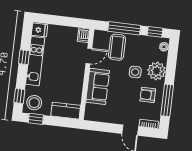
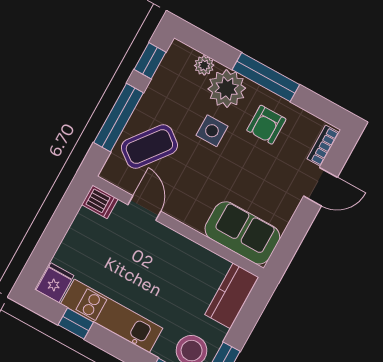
coffee table: (117, 47) -> (149, 147), turned -52
plant: (164, 47) -> (204, 65), moved
window: (24, 57) -> (76, 323), moved
sofa: (98, 86) -> (242, 233), moved
window: (167, 100) -> (266, 77), moved

